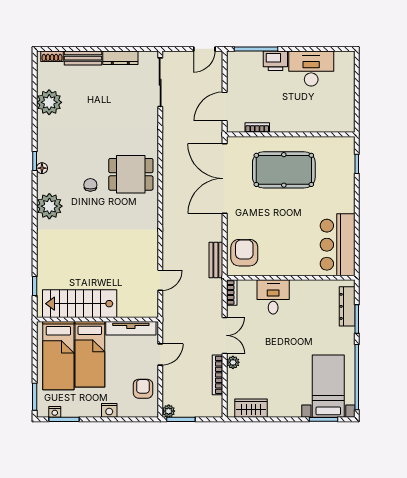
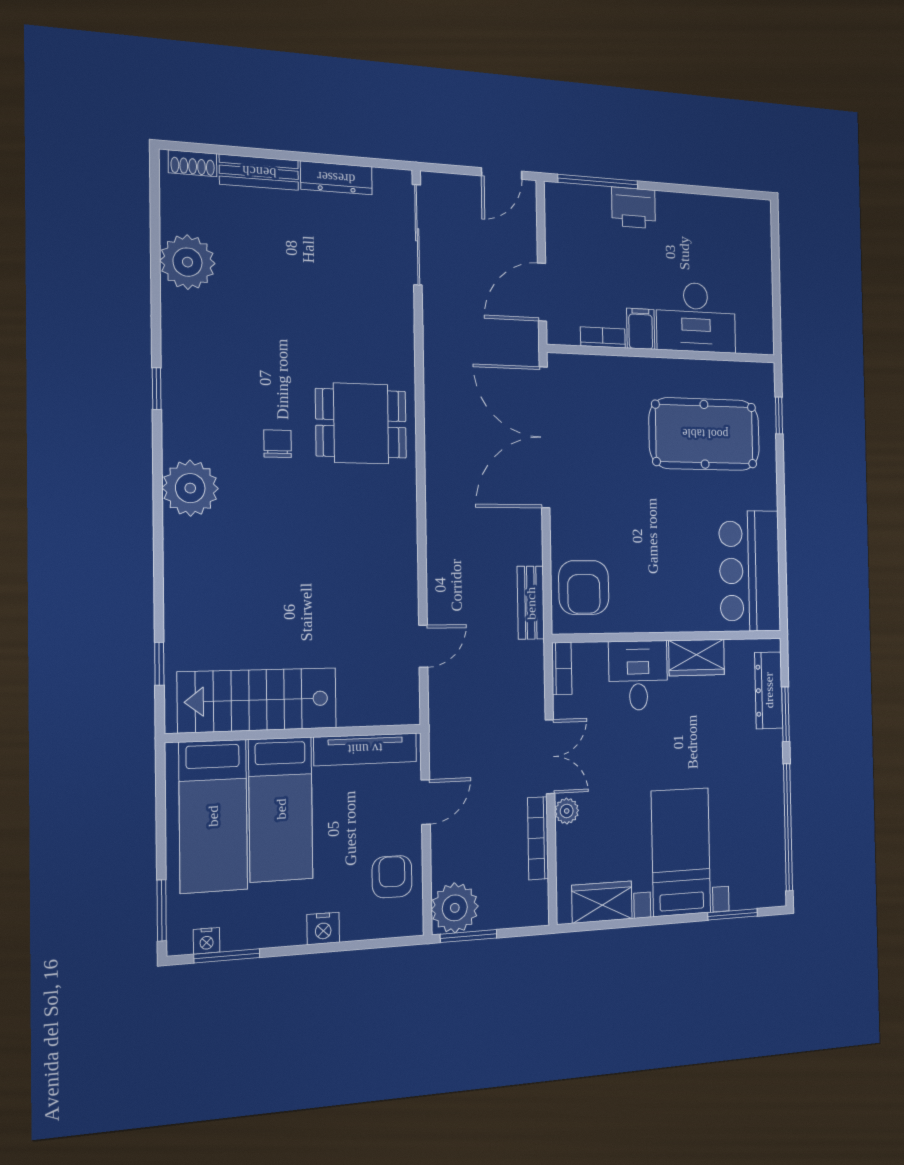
desk: (311, 69) -> (696, 317), moved, turned 180
filing cabinet: (278, 122) -> (641, 329), added
floor lamp: (42, 168) -> (173, 405), removed
pool table: (284, 170) -> (705, 434), moved
armchair: (244, 253) -> (584, 587), turned 180
wardrobe: (306, 289) -> (697, 658), added
bed with nightstands: (328, 386) -> (681, 852), moved
plant: (169, 411) -> (455, 908), width x1.88, depth x1.88

